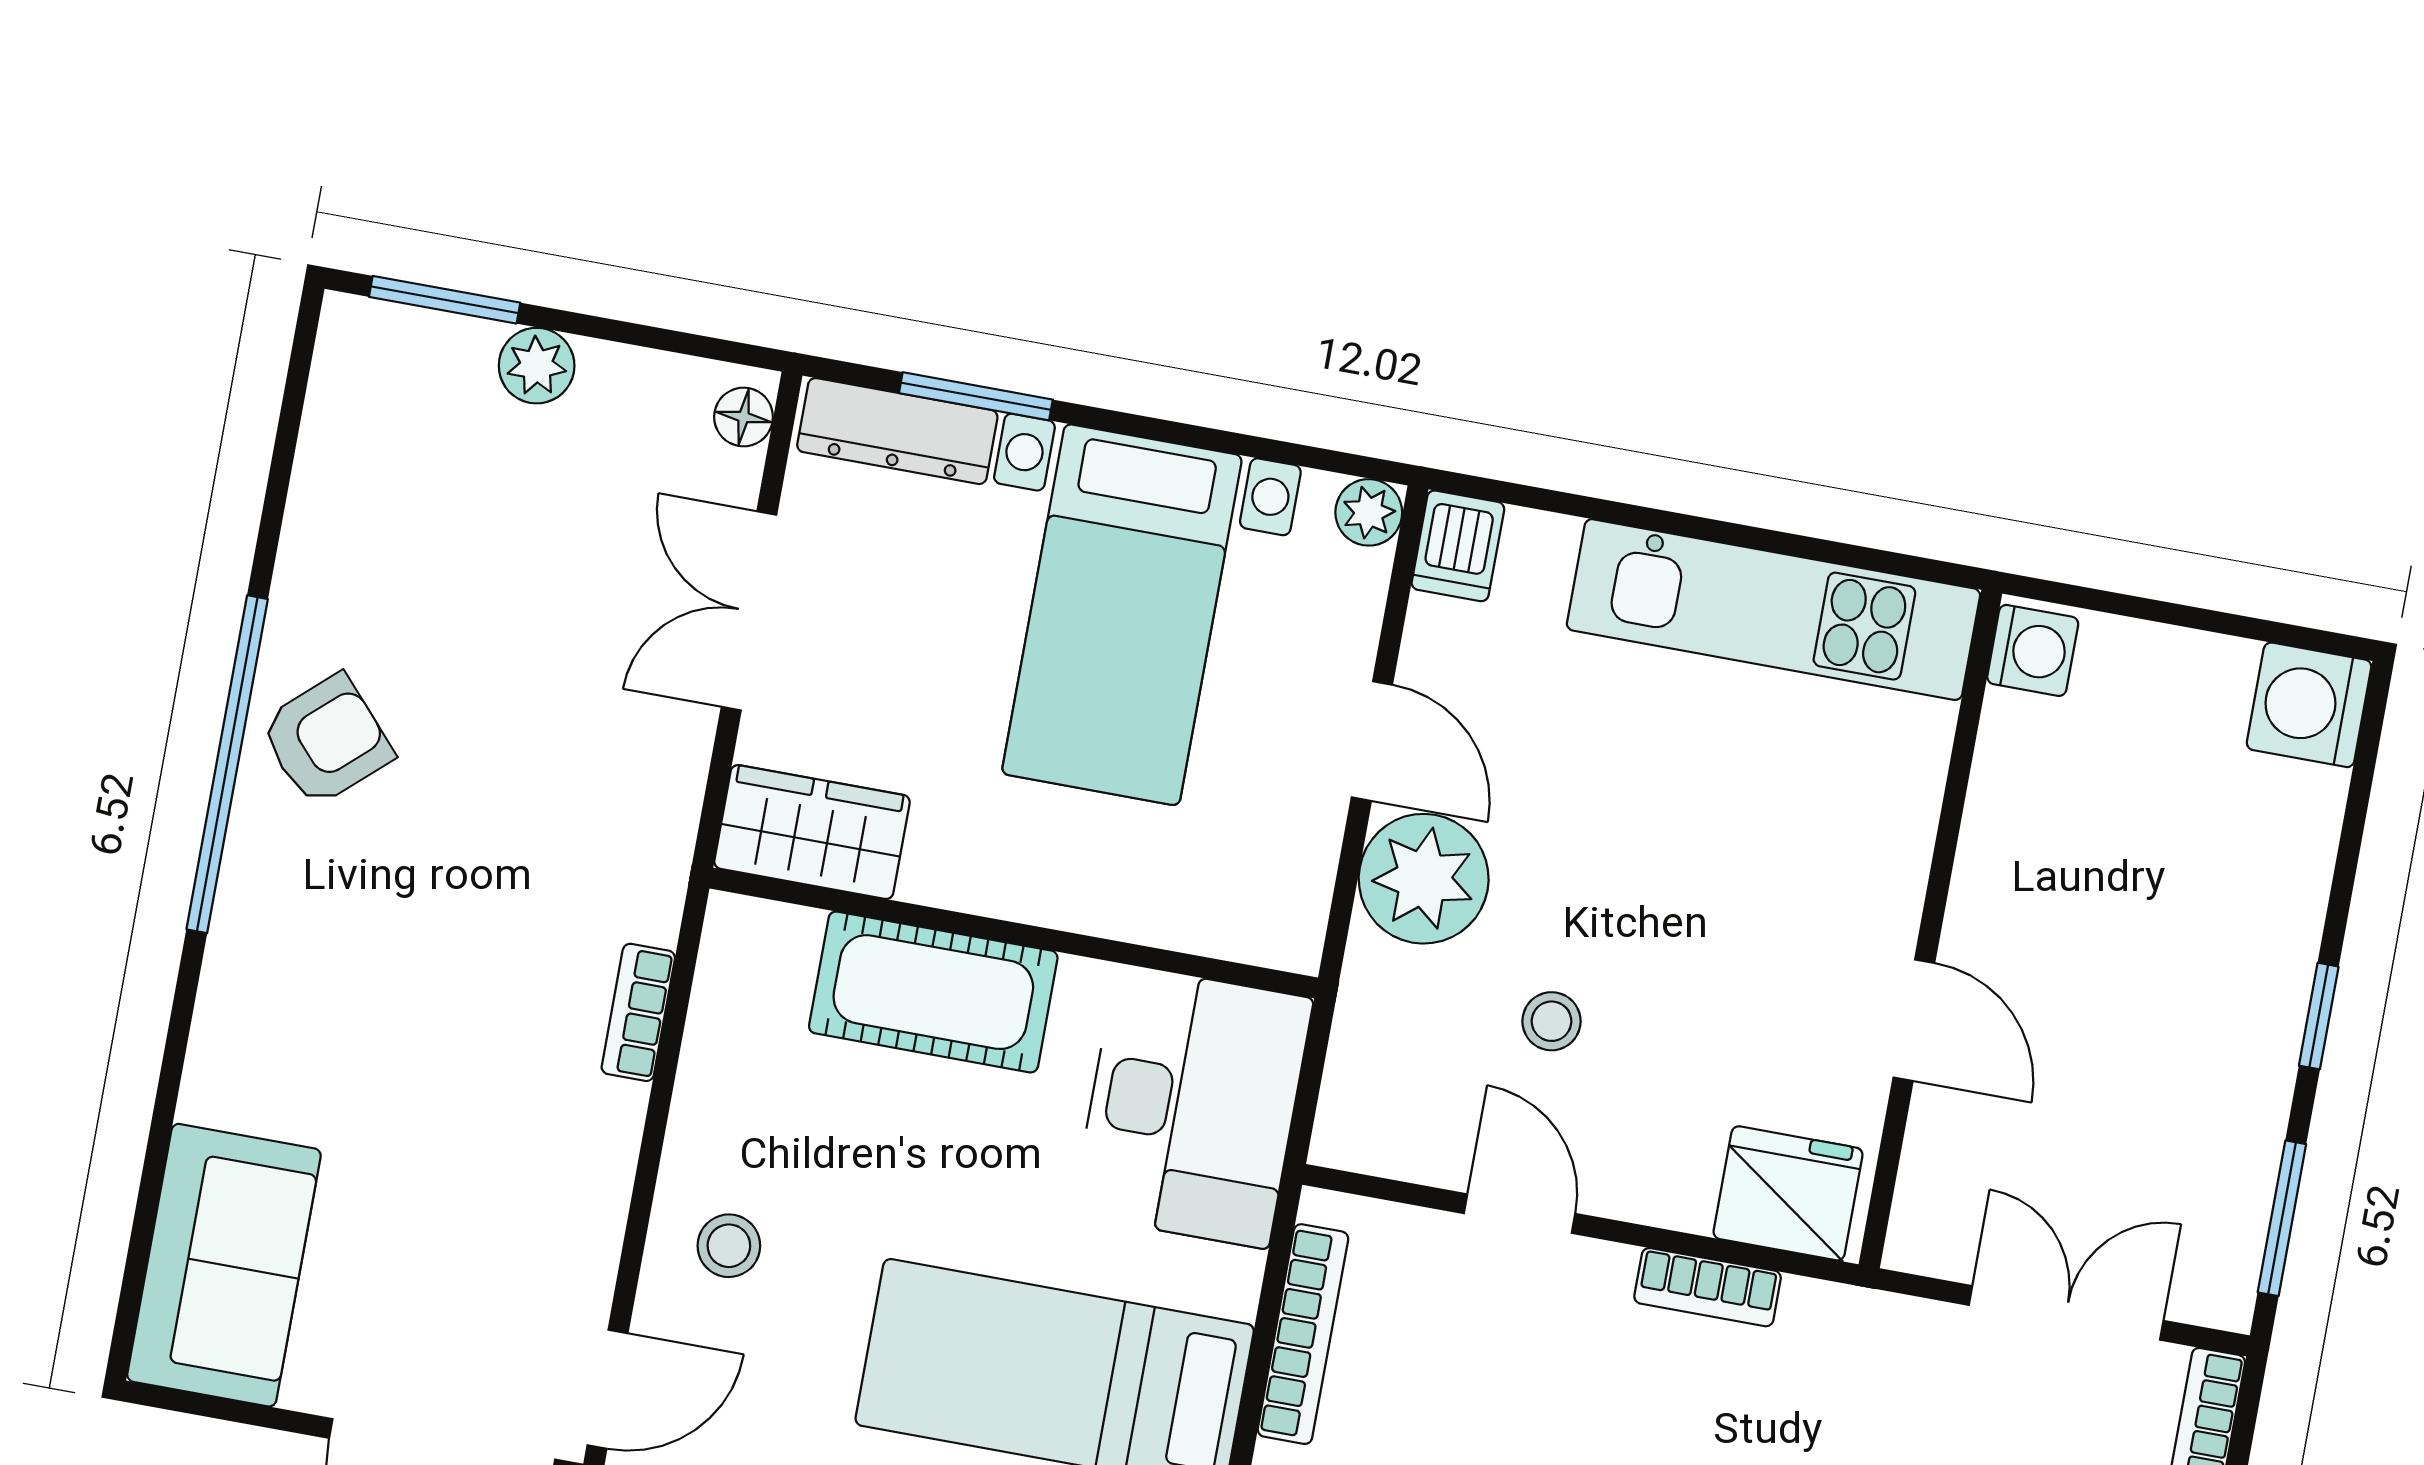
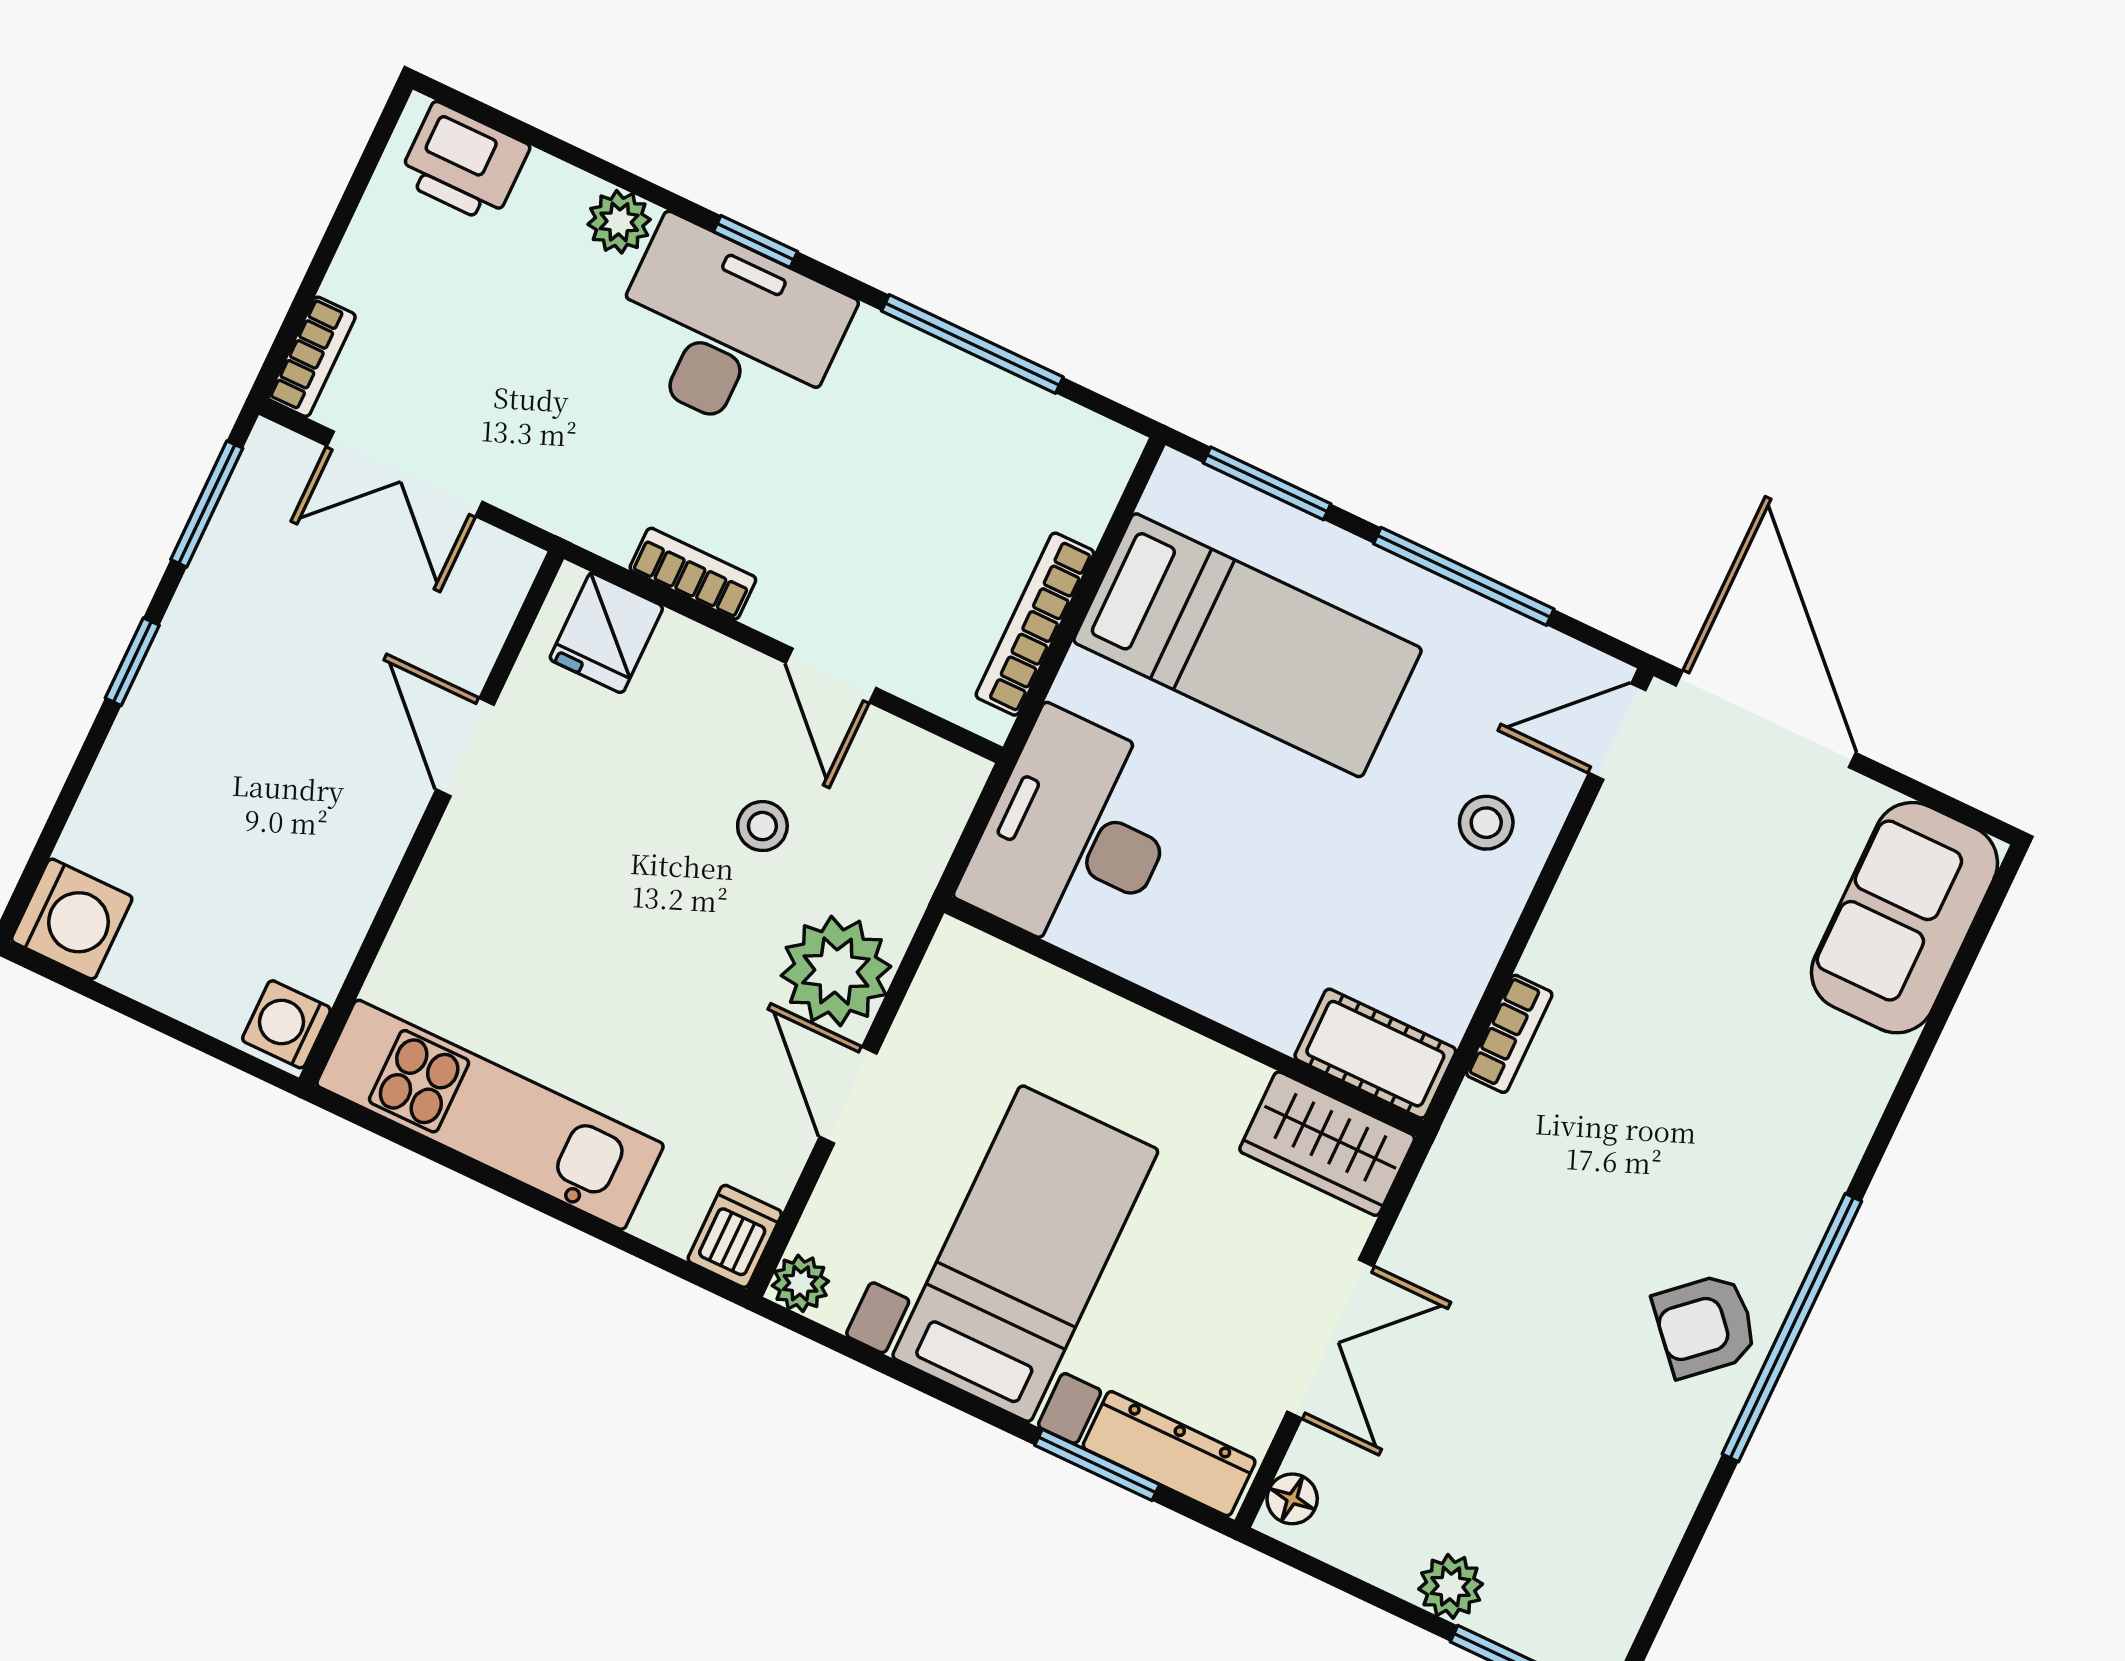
cot: (933, 992) -> (1375, 1054), moved, width x0.73, depth x0.75
fridge: (1788, 1193) -> (606, 633), width x0.72

